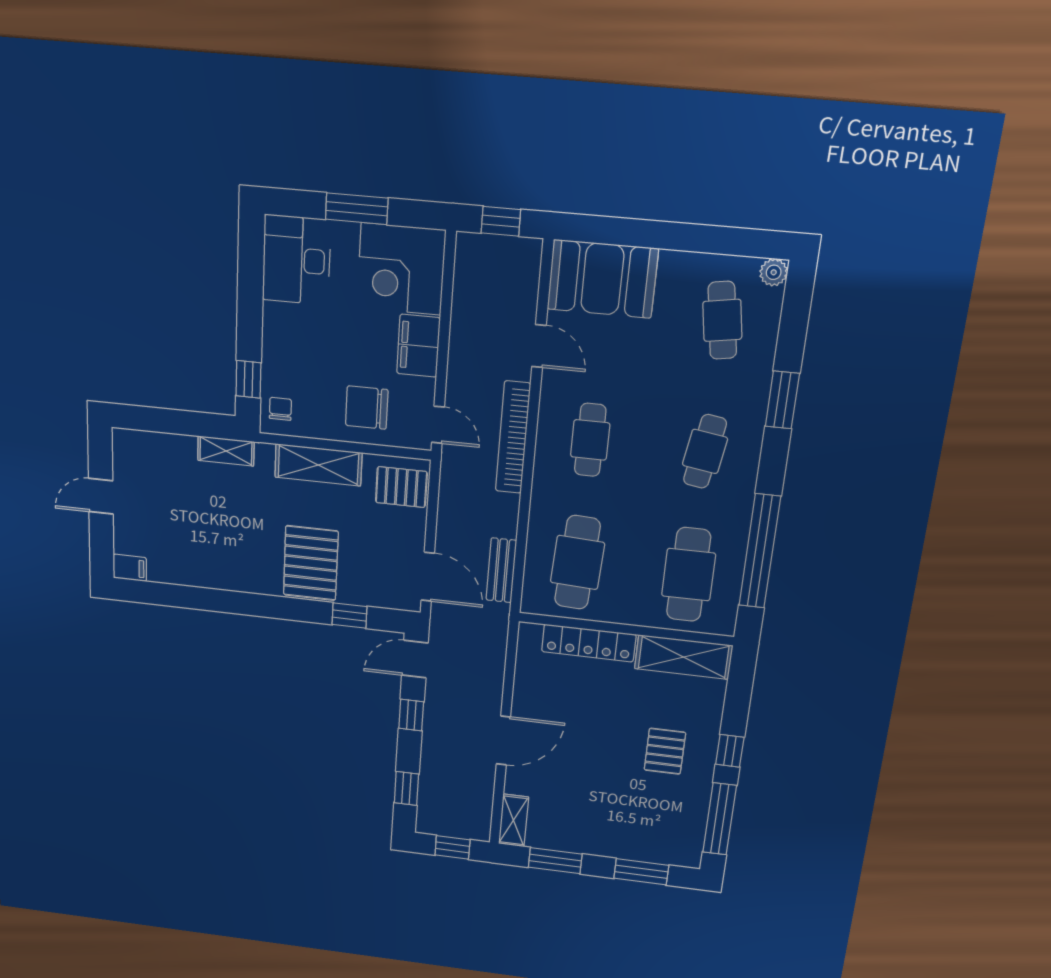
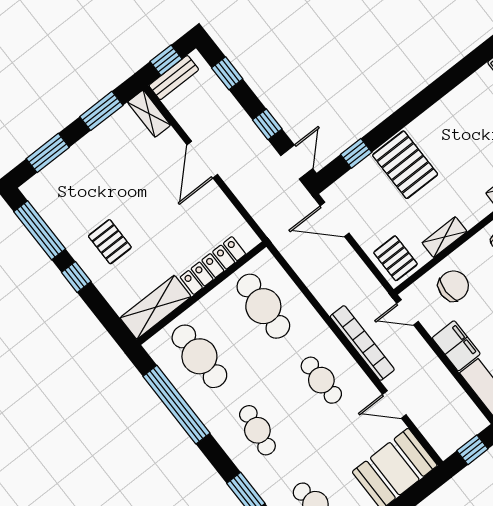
shelving: (318, 465) -> (445, 237), width x0.67, depth x0.75
pallet: (401, 487) -> (395, 258), turned 90
bench: (501, 570) -> (174, 78), moved, turned 90

